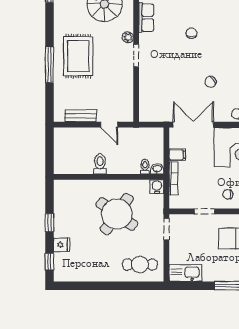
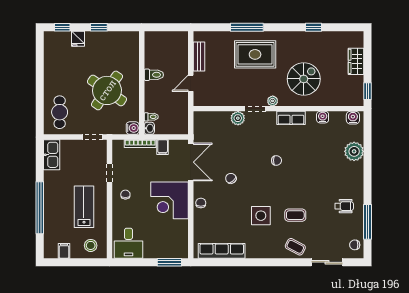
plant: (146, 74) -> (238, 118), added

